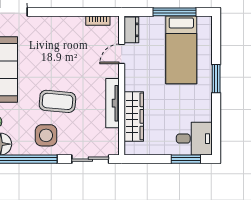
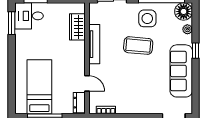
door: (122, 54) -> (87, 83), hinge flipped
window: (216, 79) -> (12, 23), moved
wardrobe: (134, 116) -> (77, 27), width x0.67

